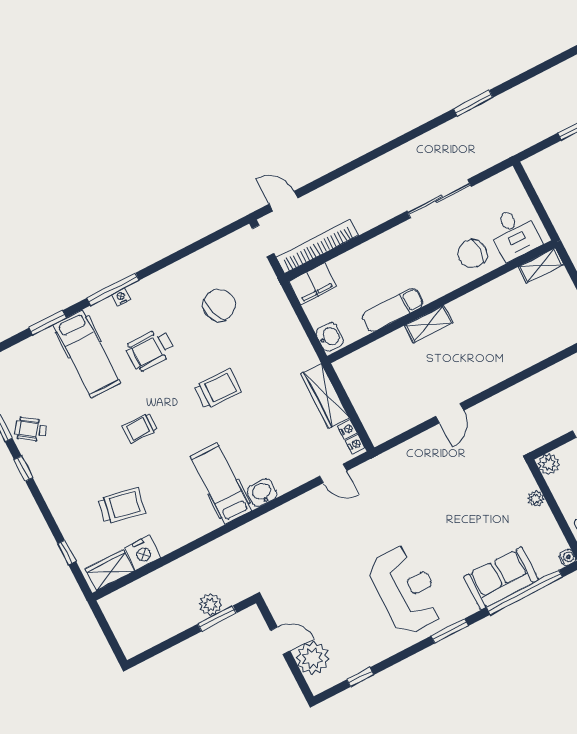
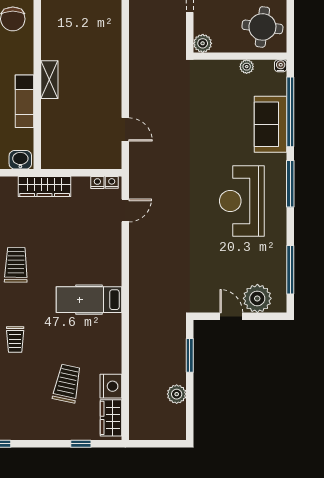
wardrobe: (325, 396) -> (45, 186), moved
door: (450, 413) -> (125, 129), moved
washbasin: (262, 493) -> (112, 272), removed
plant: (536, 499) -> (247, 67), moved
reception desk: (406, 590) -> (242, 201), turned -90
plant: (211, 604) -> (177, 394), moved
window: (450, 631) -> (290, 184), width x1.44
door: (280, 641) -> (231, 316), hinge flipped
window: (360, 677) -> (290, 270), width x2.17

